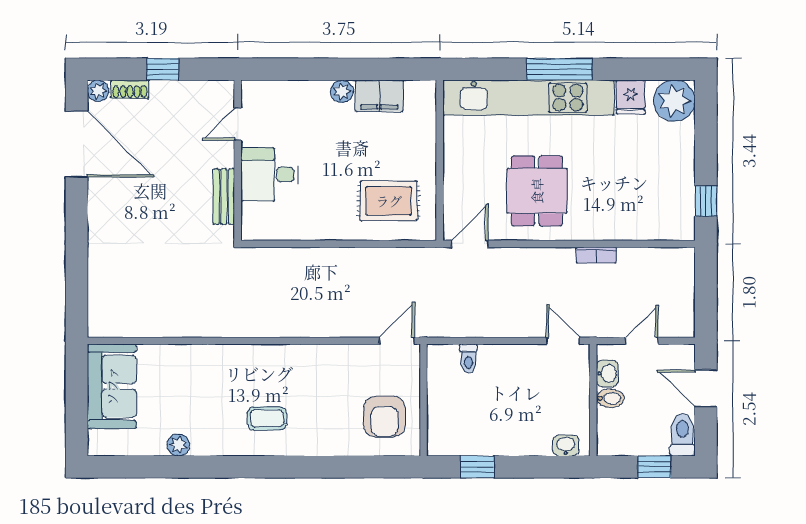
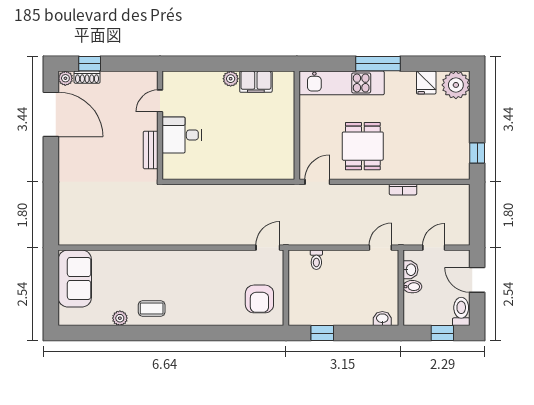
window: (163, 69) -> (90, 64), moved
kitchen unit: (528, 98) -> (342, 83), width x0.73
rug: (389, 201) -> (262, 153), removed
door: (563, 341) -> (380, 248), hinge flipped
coffee table: (267, 418) -> (152, 308), moved

